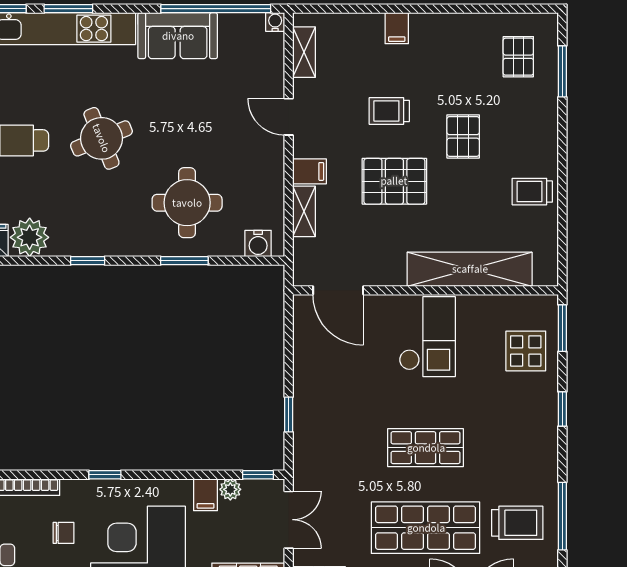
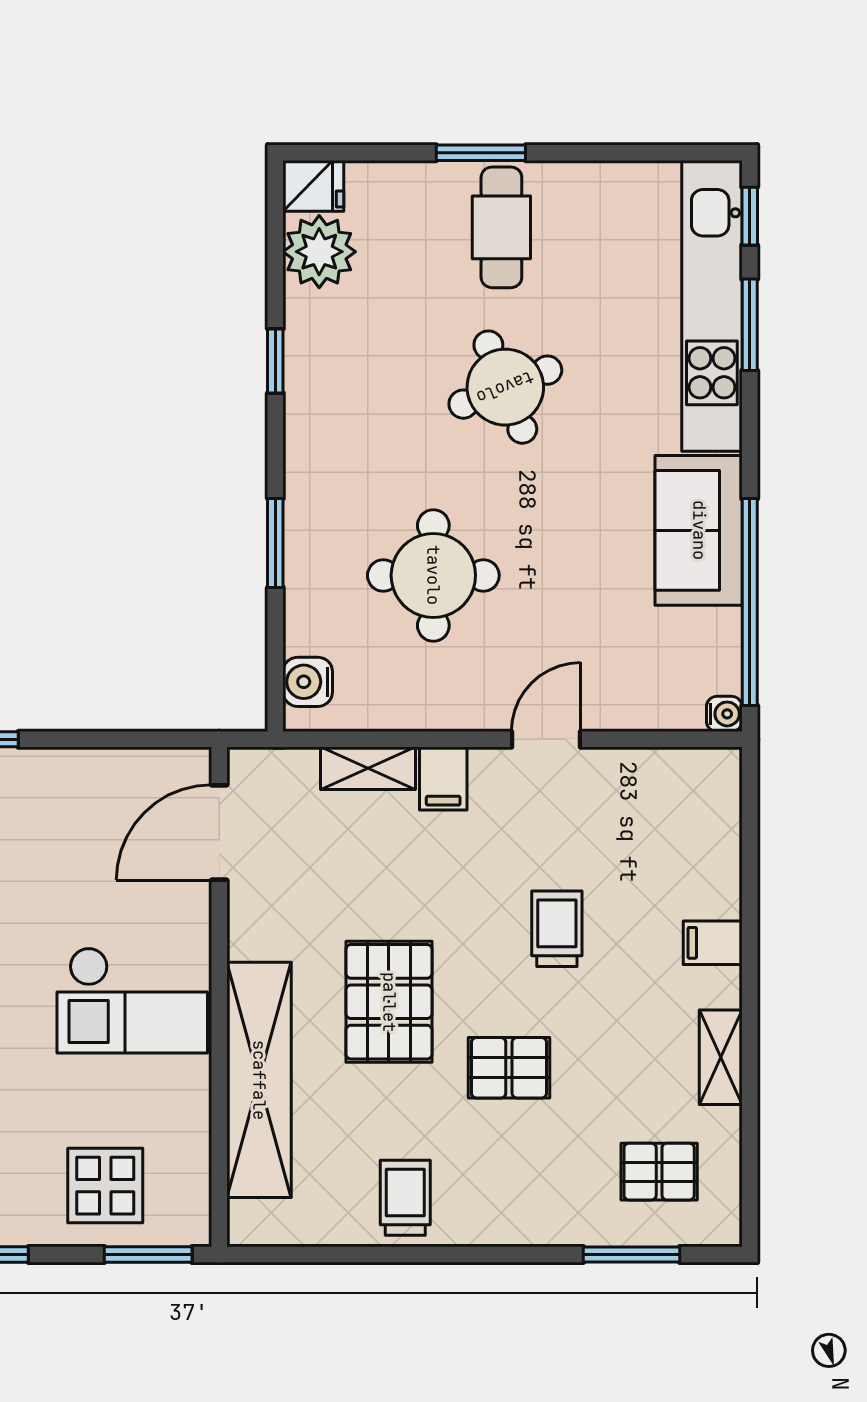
shelving: (304, 52) -> (721, 1057), moved, turned 90
pallet: (394, 181) -> (389, 1002), moved
round table: (187, 203) -> (433, 575), moved

